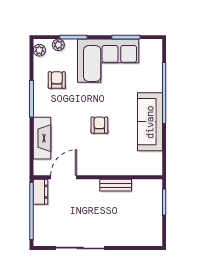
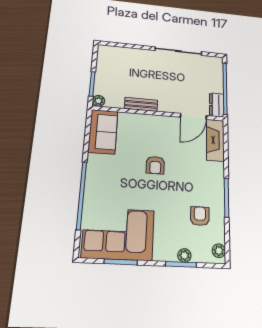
plant: (58, 45) -> (184, 255), moved
corner sofa: (108, 61) -> (118, 234), moved
armchair: (57, 80) -> (200, 216), turned 180
sofa: (150, 122) -> (103, 132), moved, width x0.73
fireplace: (42, 138) -> (215, 140), moved
plant: (156, 185) -> (99, 101), added

